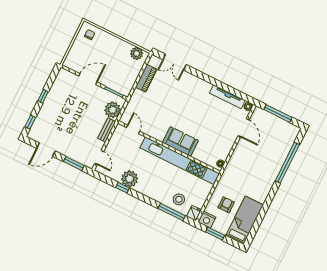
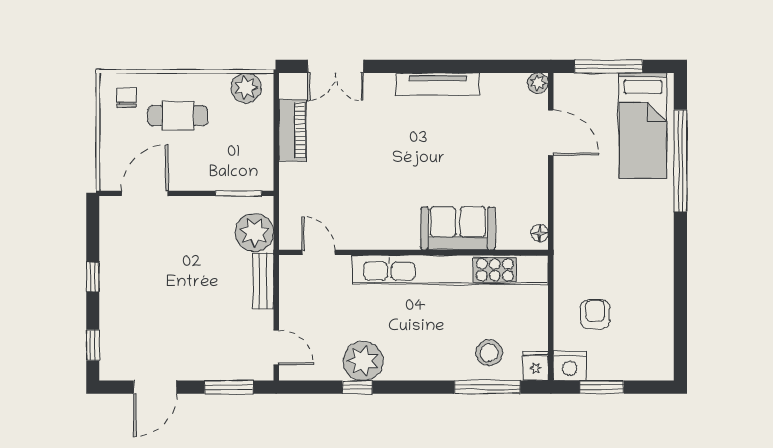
cafe table: (106, 51) -> (178, 116), added
door: (88, 79) -> (145, 193), moved
tv unit: (227, 97) -> (438, 84), moved
sofa: (180, 142) -> (458, 228), moved
bed: (244, 220) -> (643, 125), moved, turned 180

